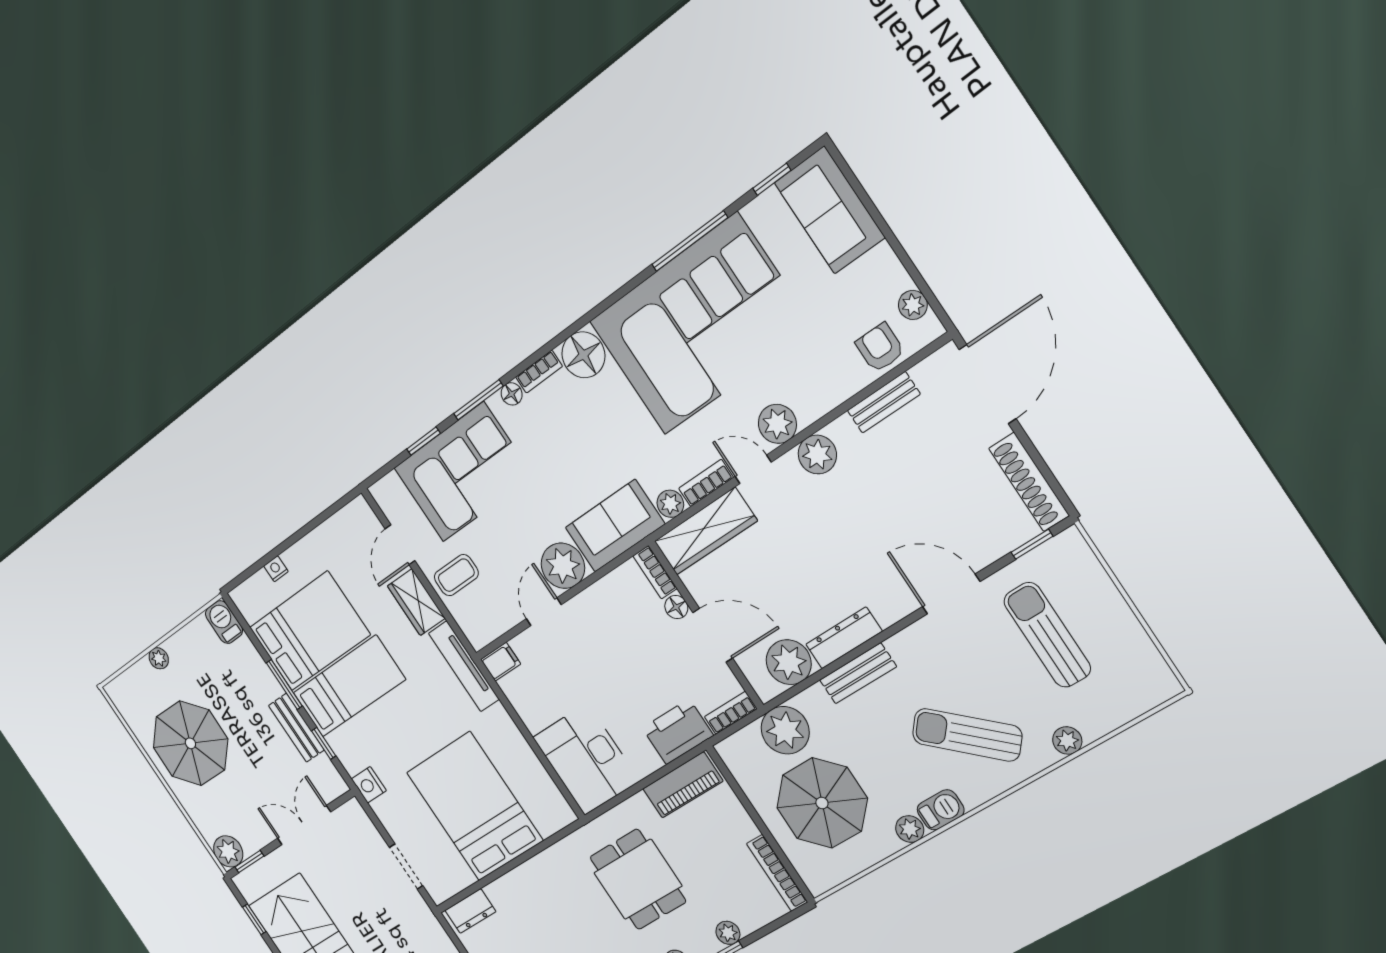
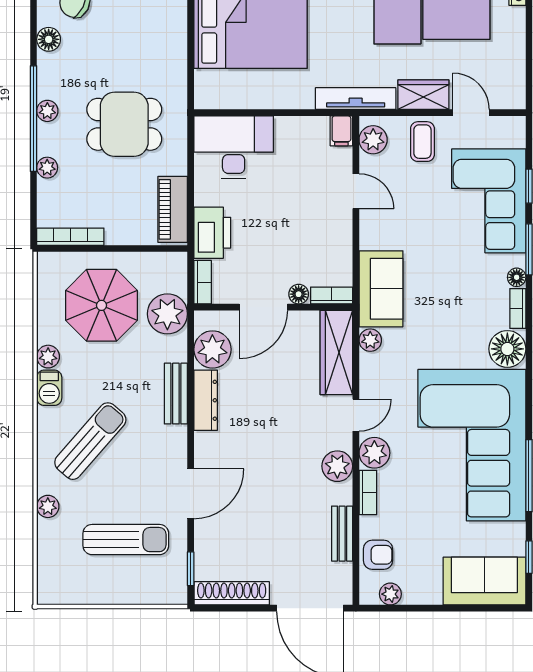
bookcase: (706, 483) -> (368, 492), moved
plant: (563, 566) -> (373, 140), moved, width x0.73, depth x0.73

